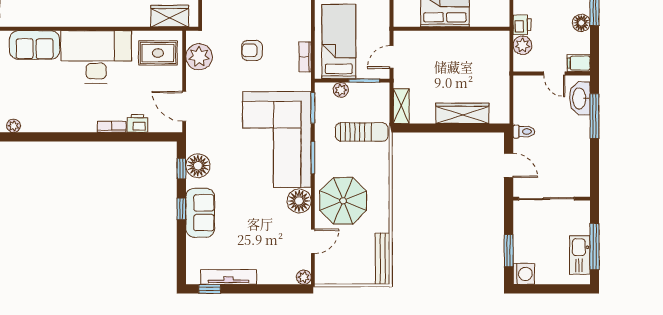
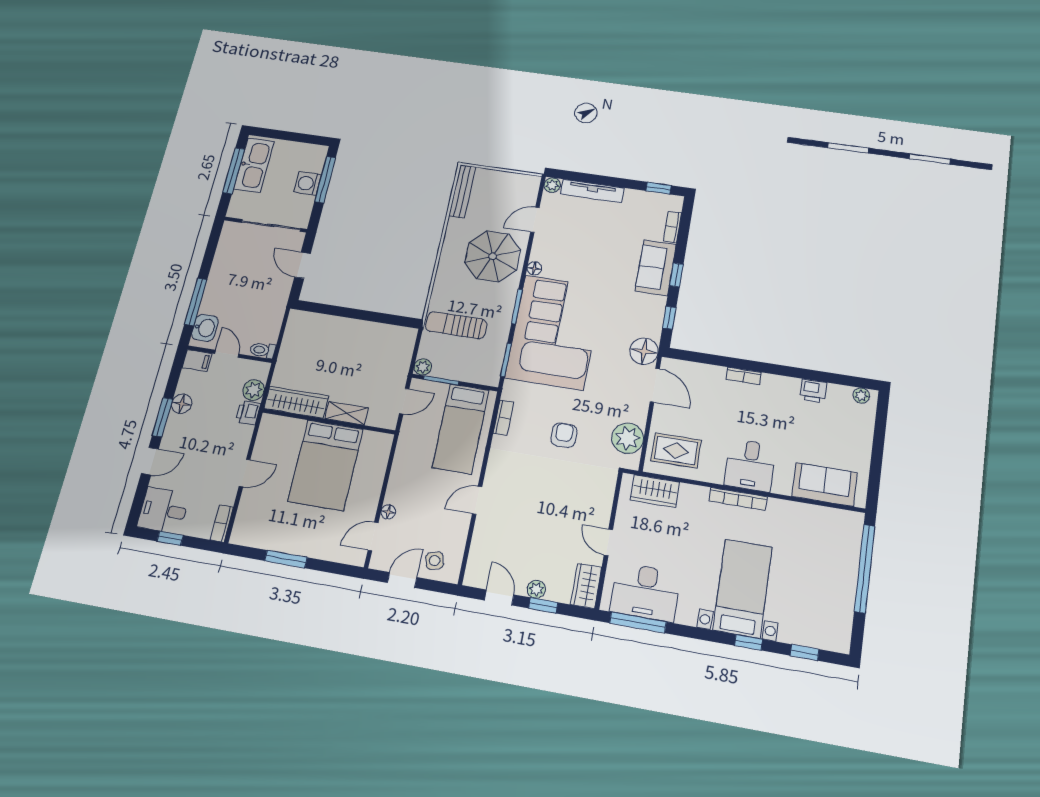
bookcase: (102, 21) -> (738, 499), added
armchair: (252, 50) -> (564, 435), turned -90
desk: (96, 57) -> (750, 465), width x0.53, depth x0.77
plant: (341, 90) -> (423, 367), moved
washbasin: (580, 98) -> (205, 328), width x0.72
shelving: (401, 106) -> (347, 413), moved, turned 90
wardrobe: (462, 113) -> (296, 402), moved, turned 180
printer: (137, 123) -> (813, 391), moved
toilet: (524, 132) -> (263, 350), moved
floor lamp: (198, 166) -> (644, 351), moved
floor lamp: (299, 201) -> (534, 268), width x0.53, depth x0.53
window: (509, 251) -> (325, 180), width x1.44
bookcase: (192, 253) -> (672, 227), added
kitchen sink: (580, 255) -> (254, 165), width x1.36, depth x1.24
washing machine: (524, 274) -> (308, 183), moved
tv unit: (229, 277) -> (592, 191), moved

